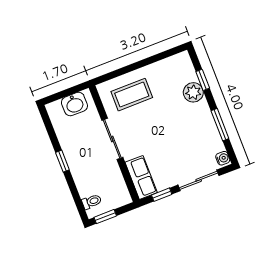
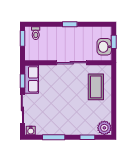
plant: (193, 92) -> (104, 128), moved
window: (63, 94) -> (114, 42), added
row of seats: (141, 177) -> (32, 79), moved, turned -90

